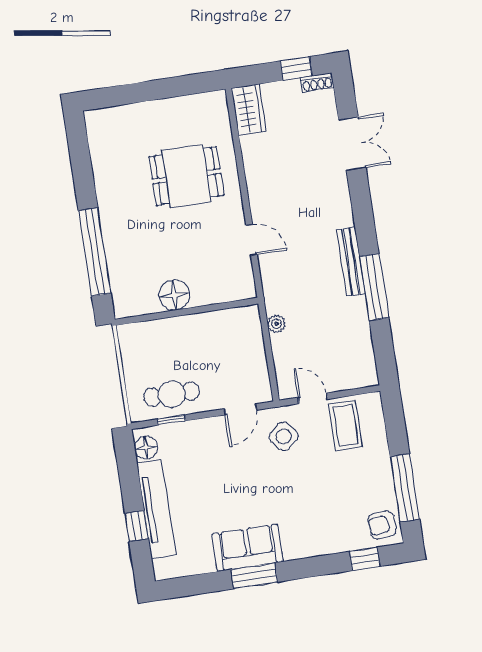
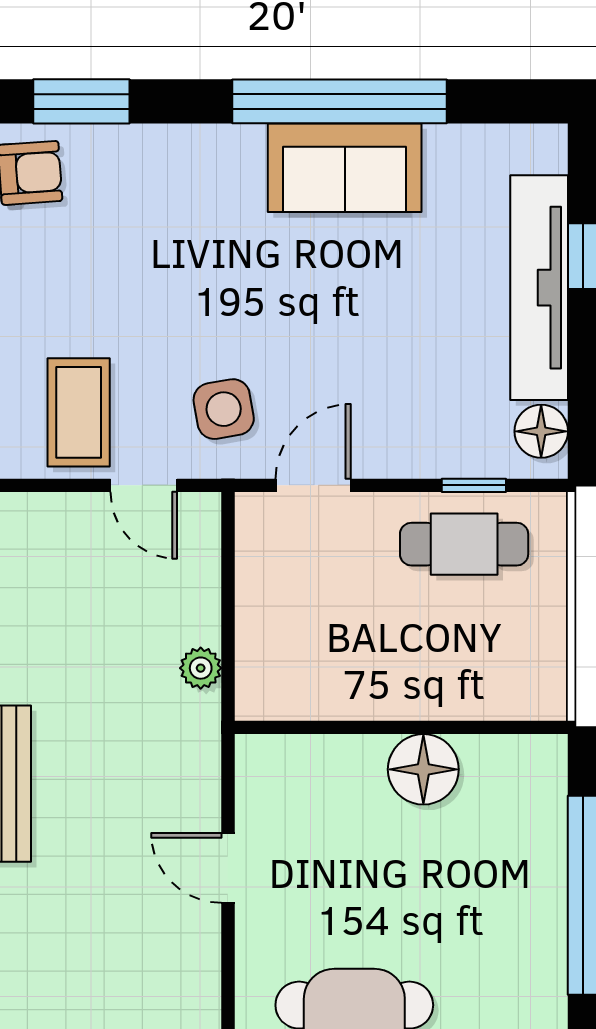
side table: (284, 436) -> (224, 409), turned 32
window: (365, 559) -> (81, 101), width x1.50
window: (254, 576) -> (339, 101), width x2.11

